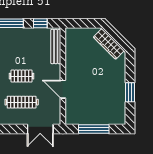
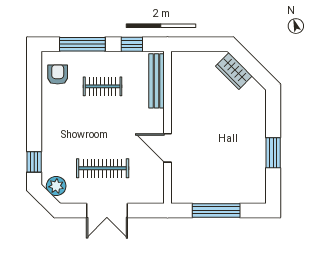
wardrobe: (109, 44) -> (234, 71), width x0.67
clothes rail: (22, 76) -> (103, 86), moved
double door: (40, 129) -> (107, 210), moved

